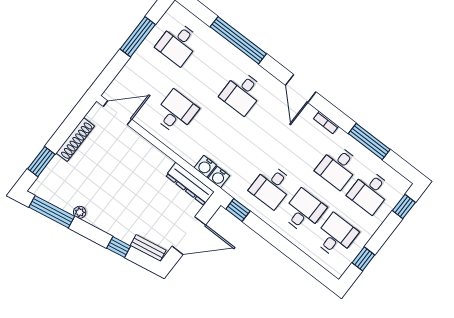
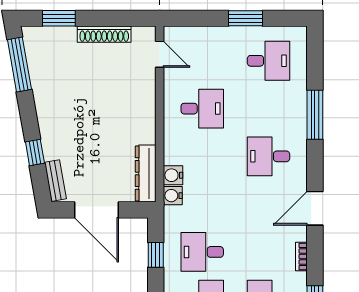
window: (138, 37) -> (245, 18), width x0.69
window: (238, 40) -> (315, 115), width x0.68
desk: (178, 43) -> (268, 61), turned 180
door: (117, 113) -> (160, 54), width x0.73
window: (238, 210) -> (156, 255), moved
plant: (80, 212) -> (39, 91), removed

